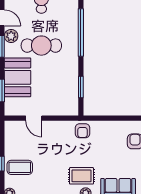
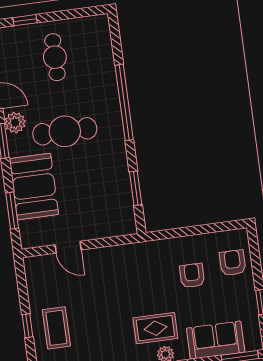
armchair: (83, 131) -> (192, 276), moved, turned 180
coffee table: (20, 167) -> (56, 328), turned 90

